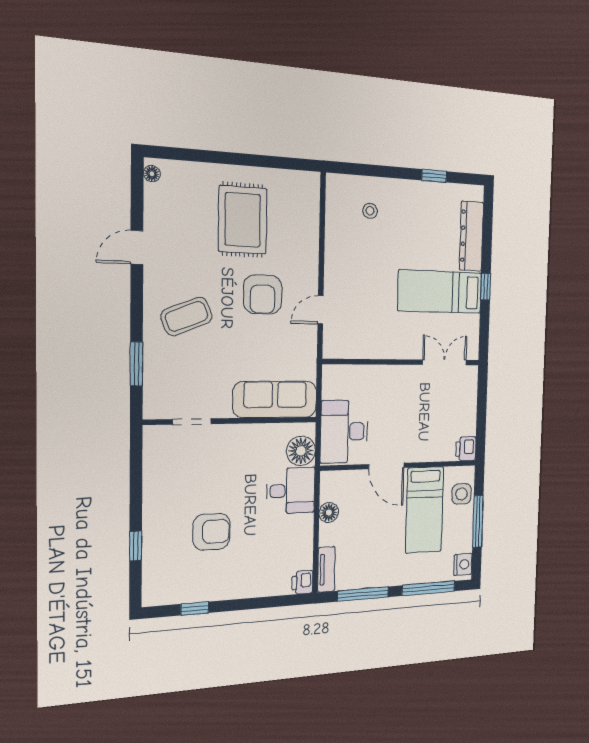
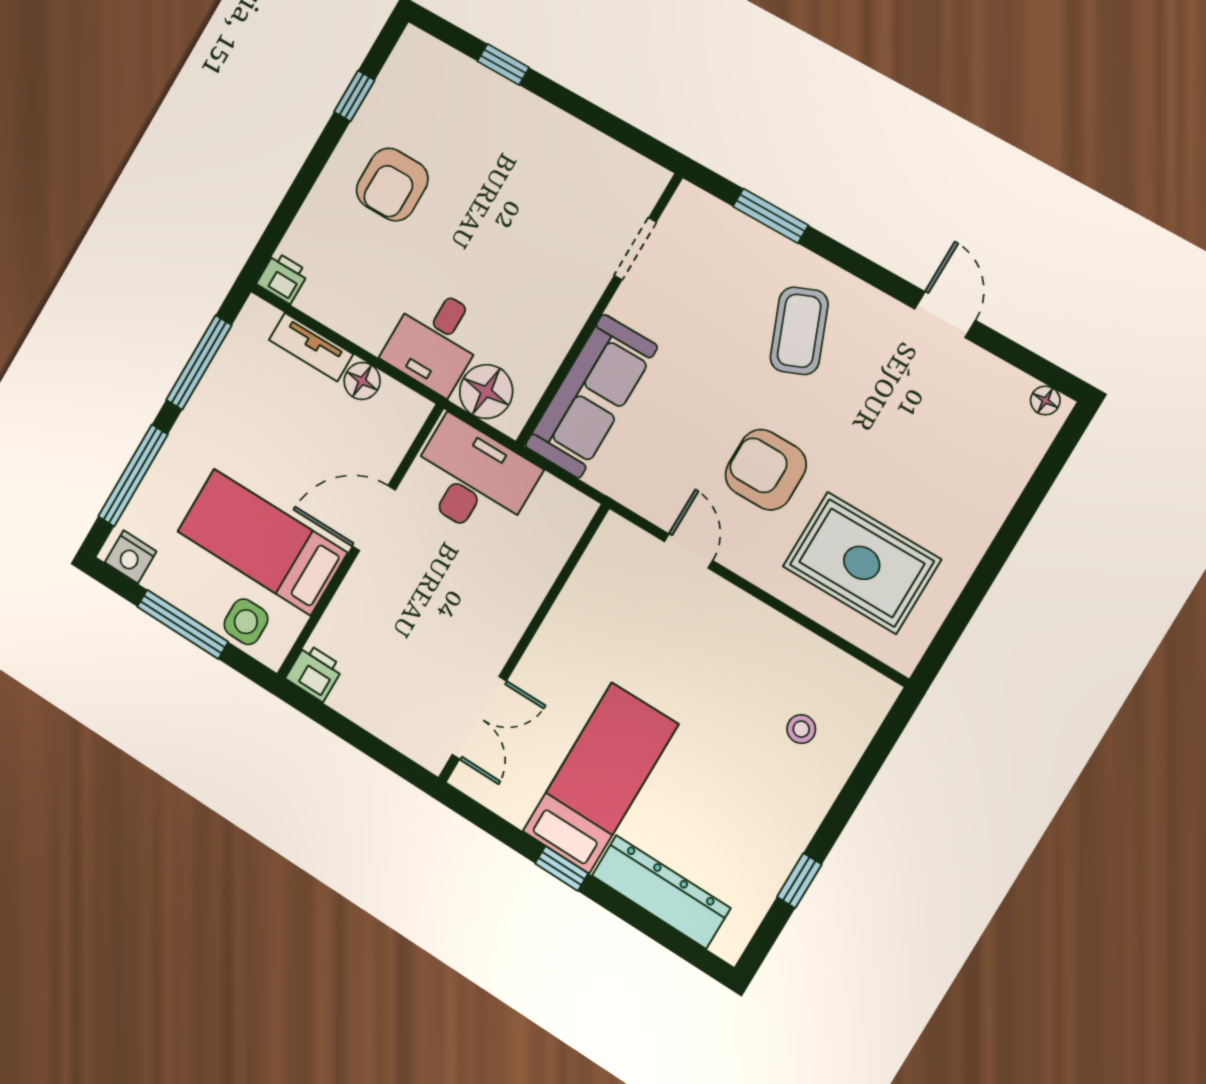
rug: (243, 220) -> (862, 563), moved
armchair: (212, 532) -> (392, 185), moved
tv unit: (326, 569) -> (311, 347), moved

